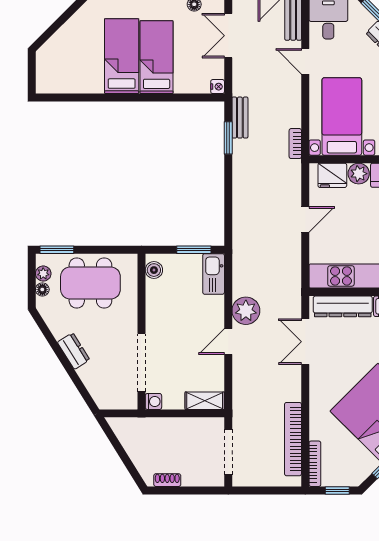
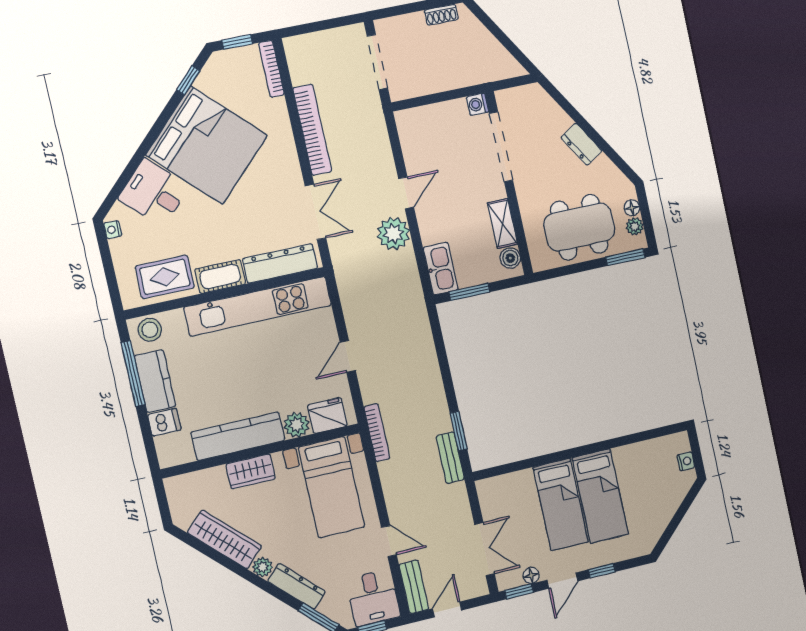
nightstand: (218, 87) -> (686, 461), moved, turned 180
bookcase: (295, 144) -> (377, 433), width x1.56
shelving: (205, 401) -> (502, 223), moved, turned 90
bookcase: (293, 439) -> (312, 130), moved

